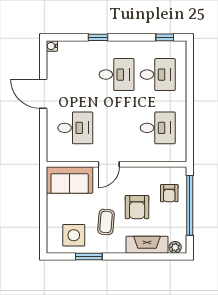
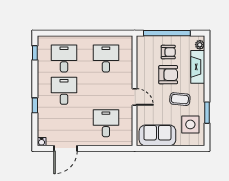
door: (43, 94) -> (65, 148), moved
sofa: (70, 180) -> (157, 135), moved, turned -90
armchair: (169, 193) -> (168, 52), moved

